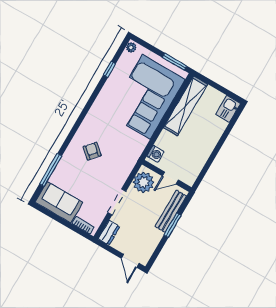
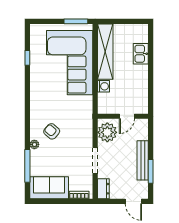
plant: (131, 47) -> (34, 144), moved
kitchen sink: (228, 109) -> (141, 54), moved
washing machine: (155, 154) -> (104, 86), moved
bench: (171, 211) -> (143, 160), moved
window: (173, 225) -> (151, 171), moved

